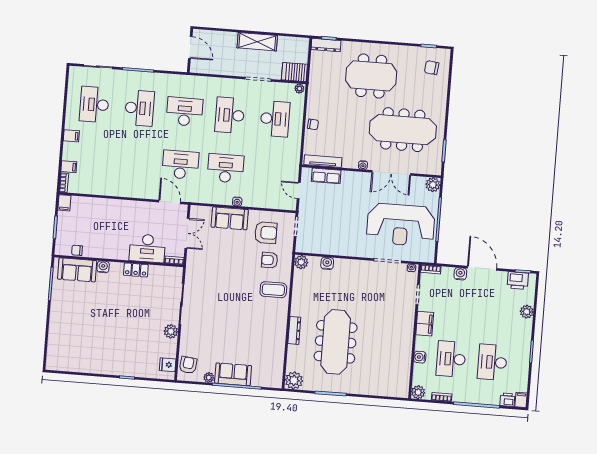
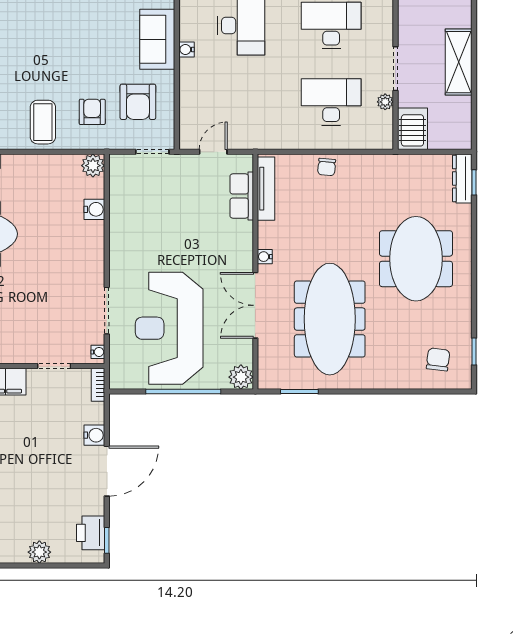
plant: (299, 89) -> (385, 102), moved
desk: (275, 119) -> (331, 102), turned 180

